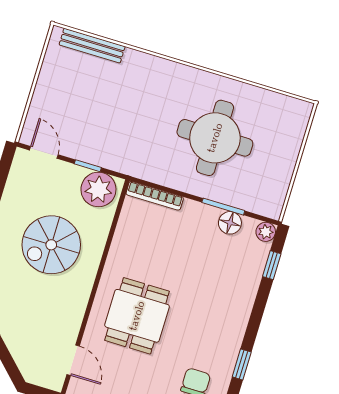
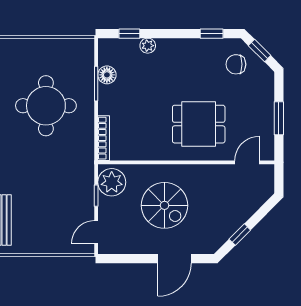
plant: (266, 232) -> (148, 46), moved

